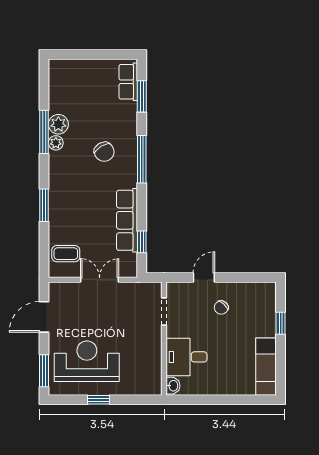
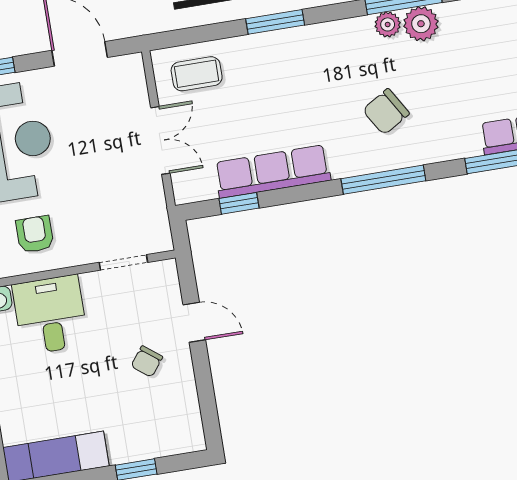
coffee table: (66, 254) -> (197, 74), turned 90
chair: (221, 307) -> (147, 361), turned -95
armchair: (140, 358) -> (35, 234), added

